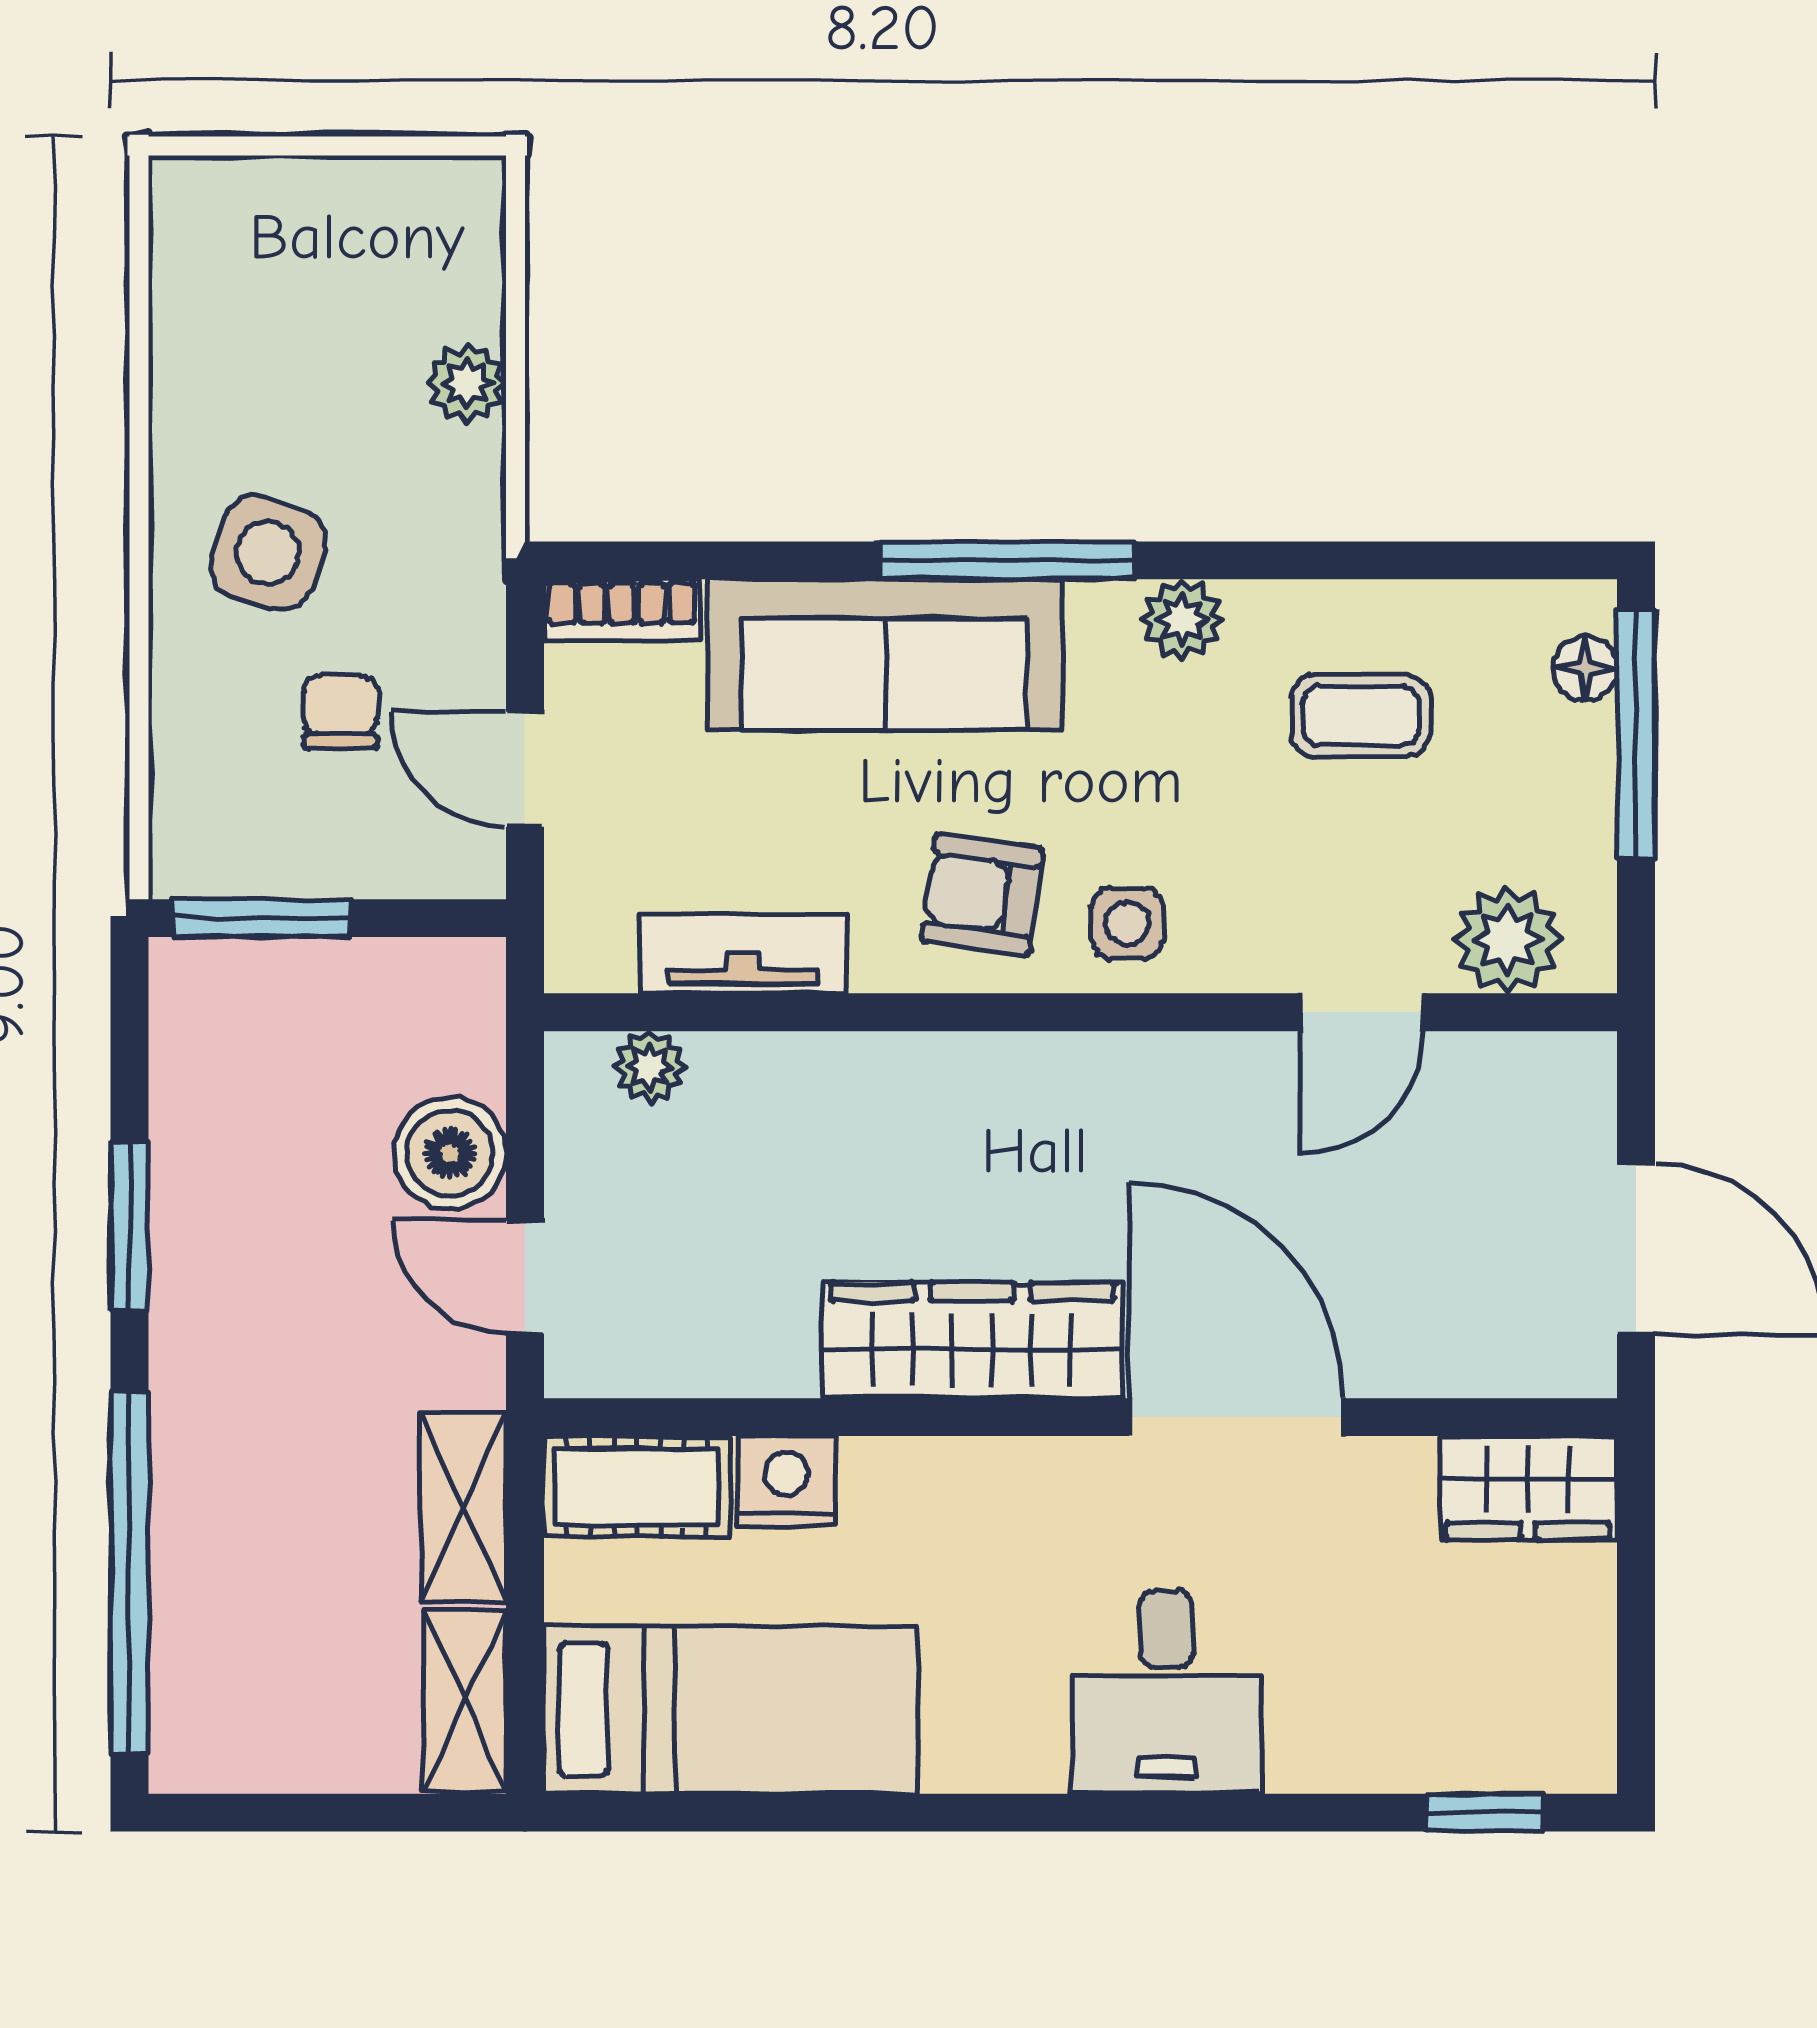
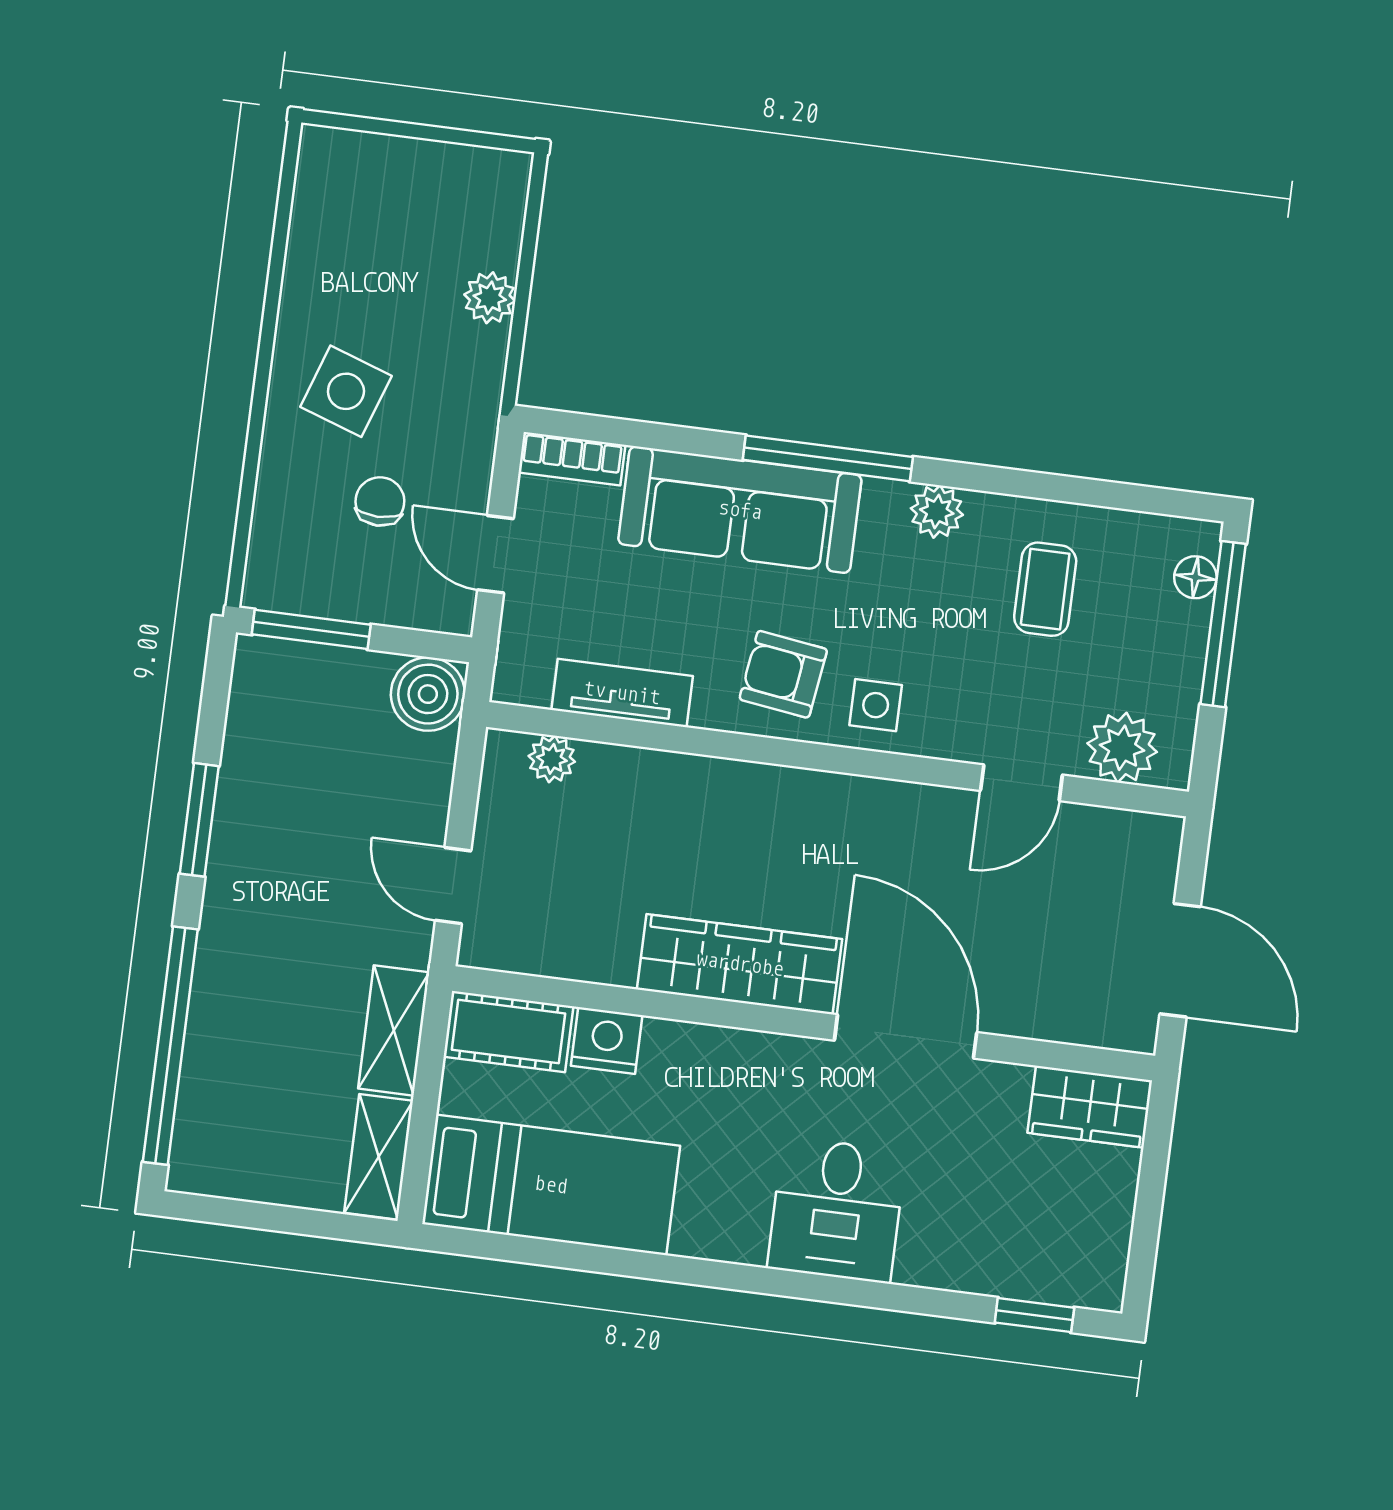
coffee table: (1361, 716) -> (1045, 589), turned 90
boiler: (450, 1153) -> (428, 694), moved

